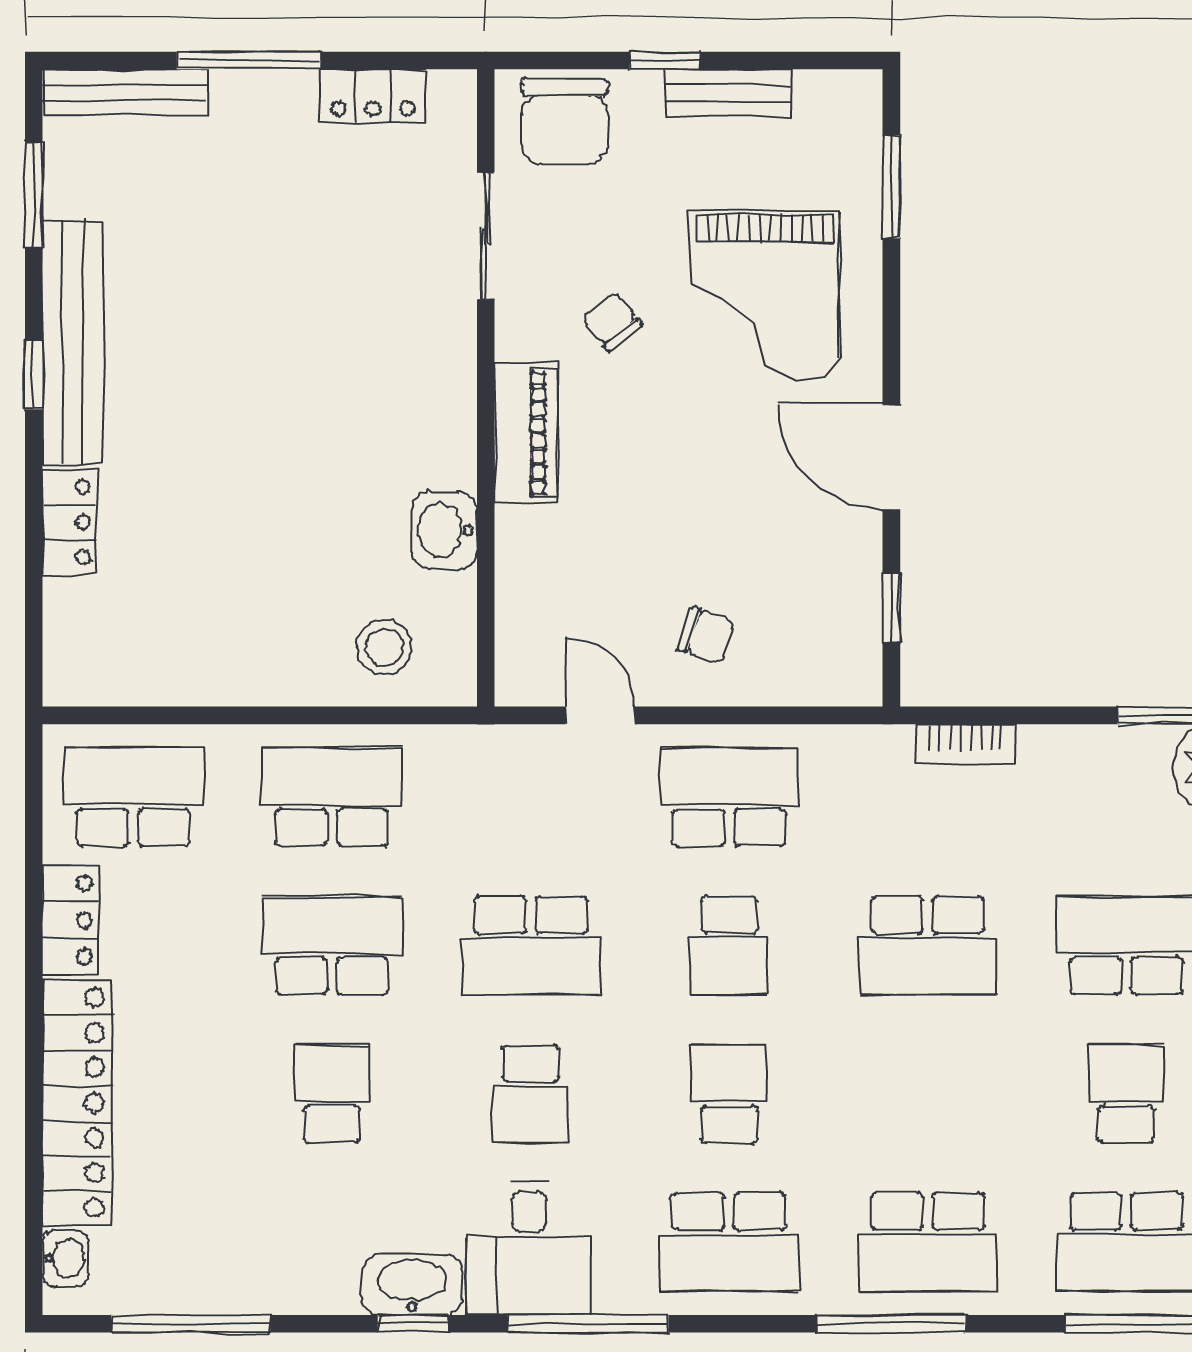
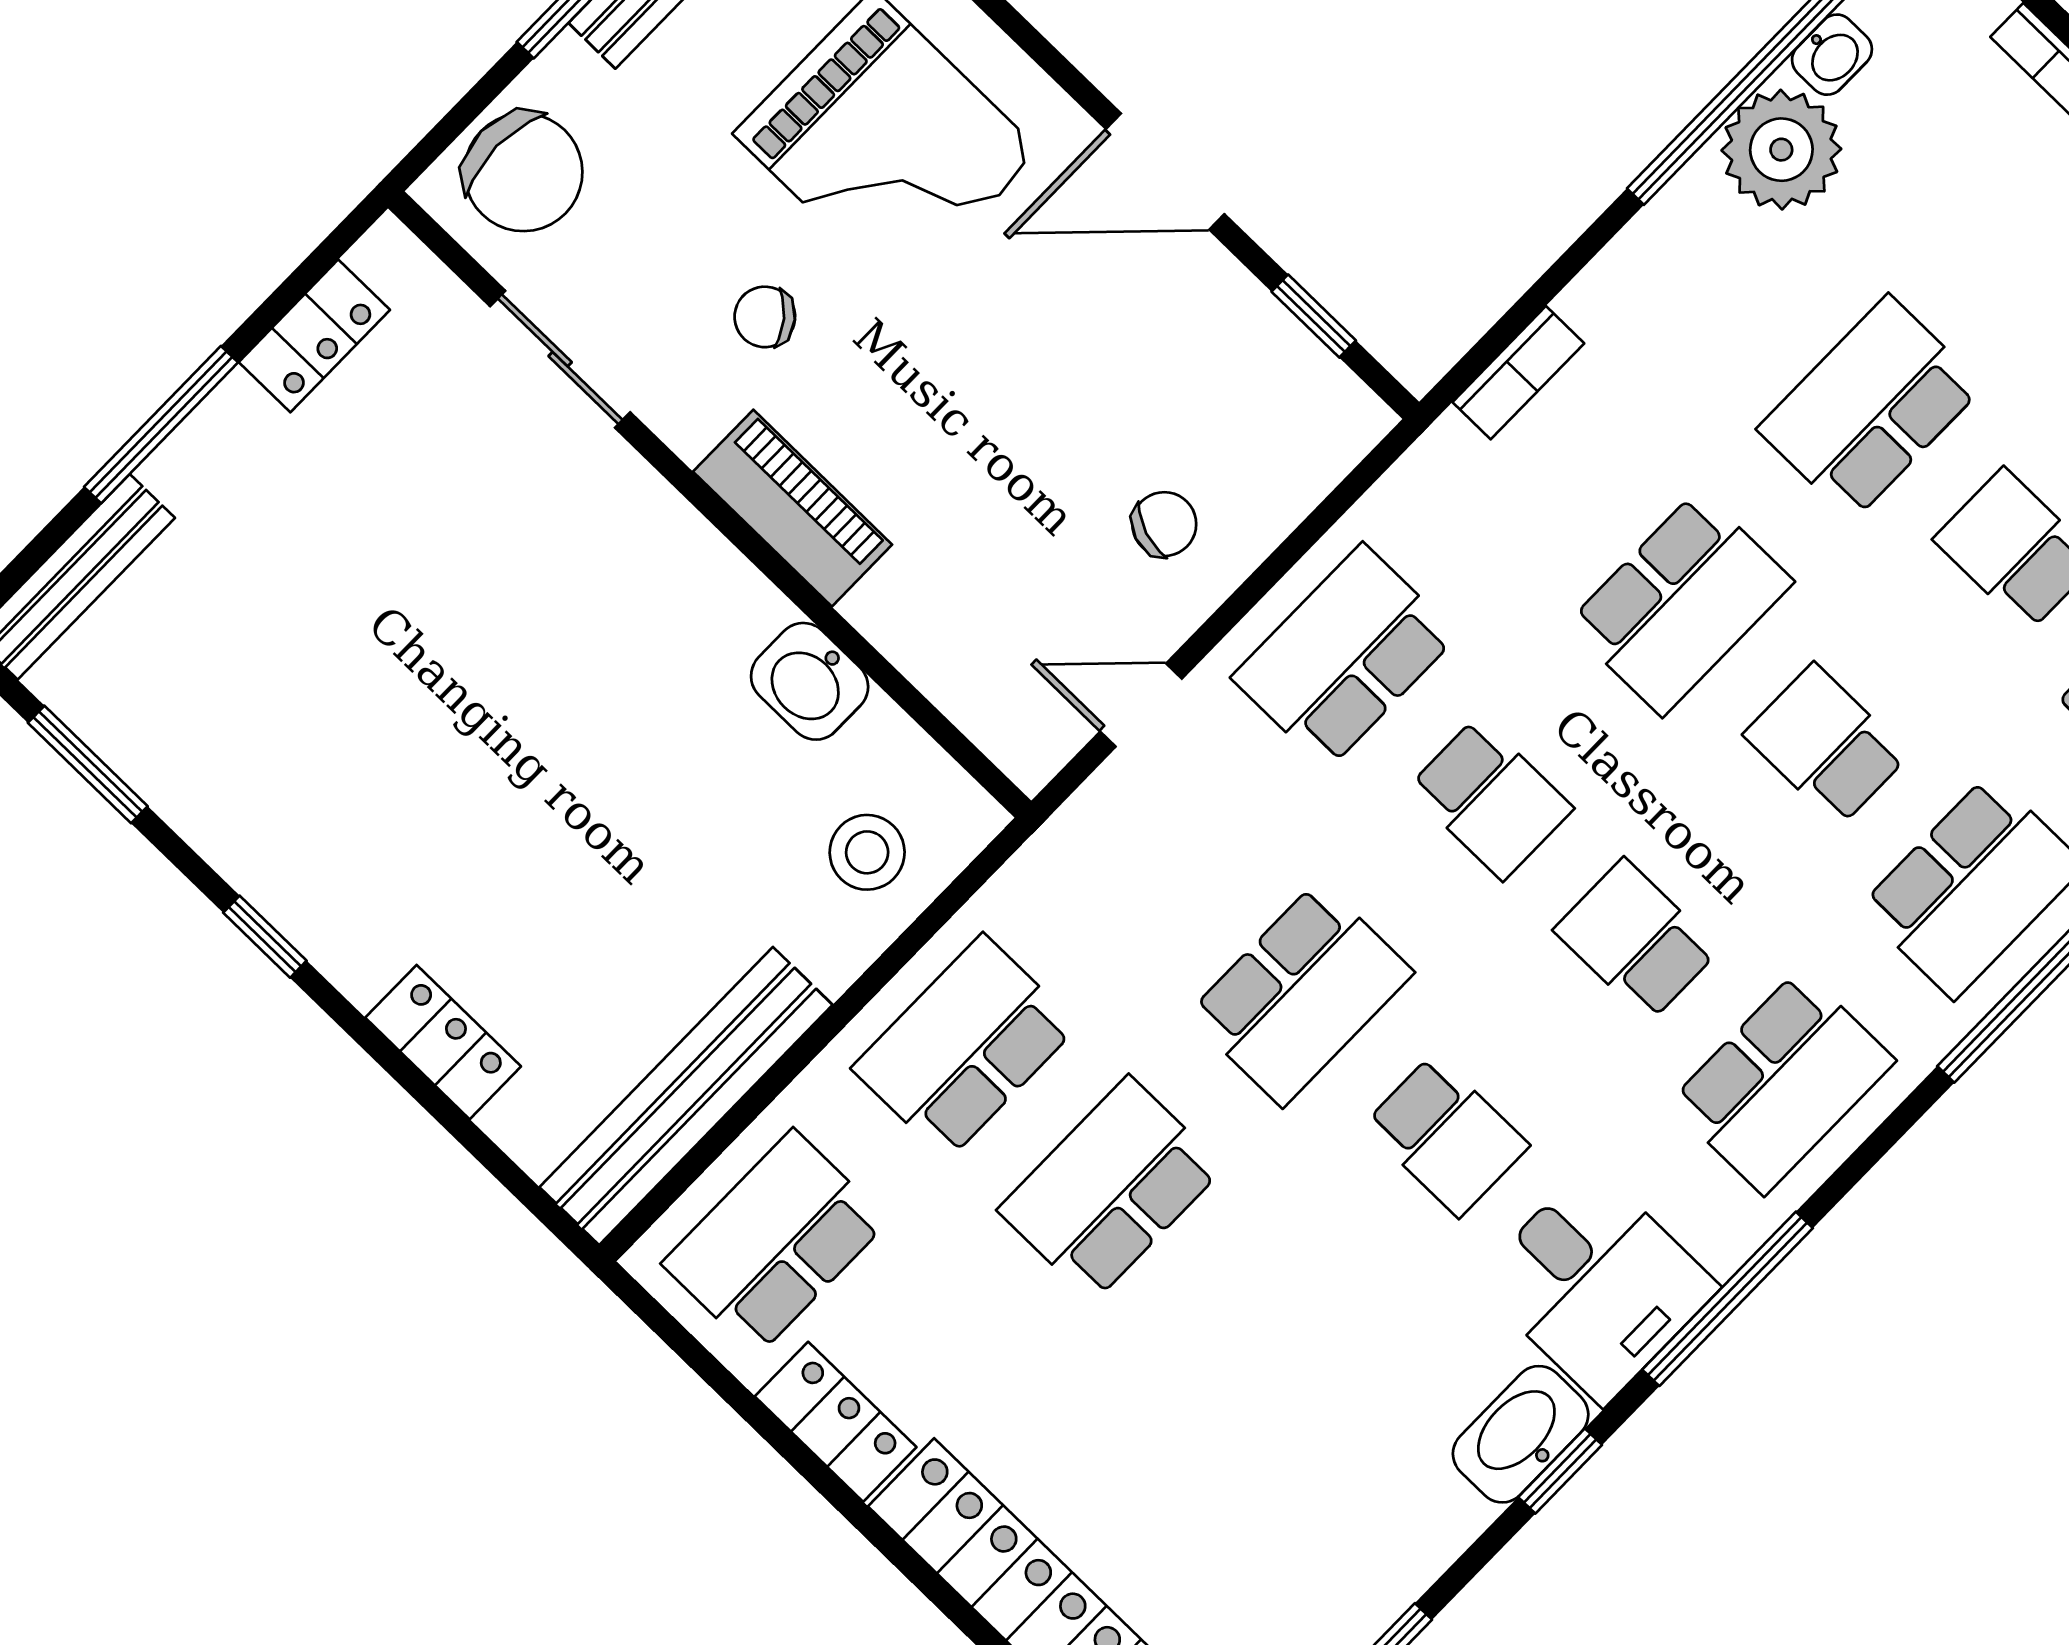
bench: (73, 342) -> (686, 1096), moved, turned 90
school desk: (332, 1094) -> (1826, 745), moved

